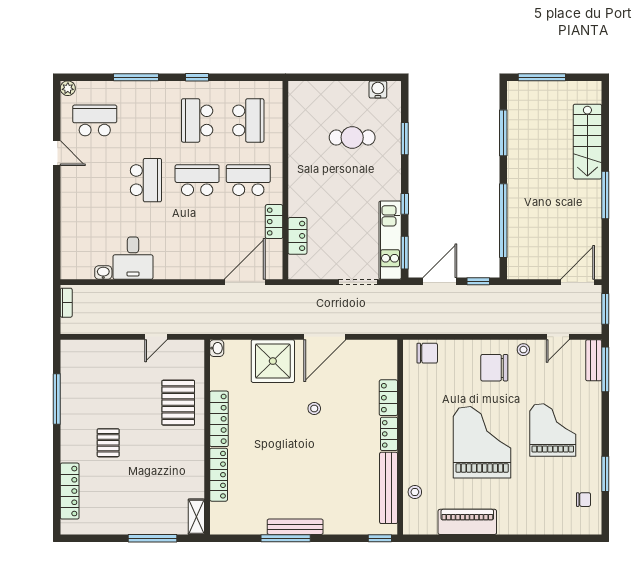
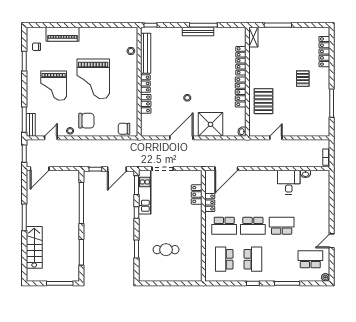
water cooler: (378, 89) -> (152, 277), removed
school desk: (95, 120) -> (310, 259), turned 180
door: (57, 153) -> (332, 241), hinge flipped
school desk: (146, 180) -> (282, 226), turned 90
piano: (467, 522) -> (62, 34), moved

